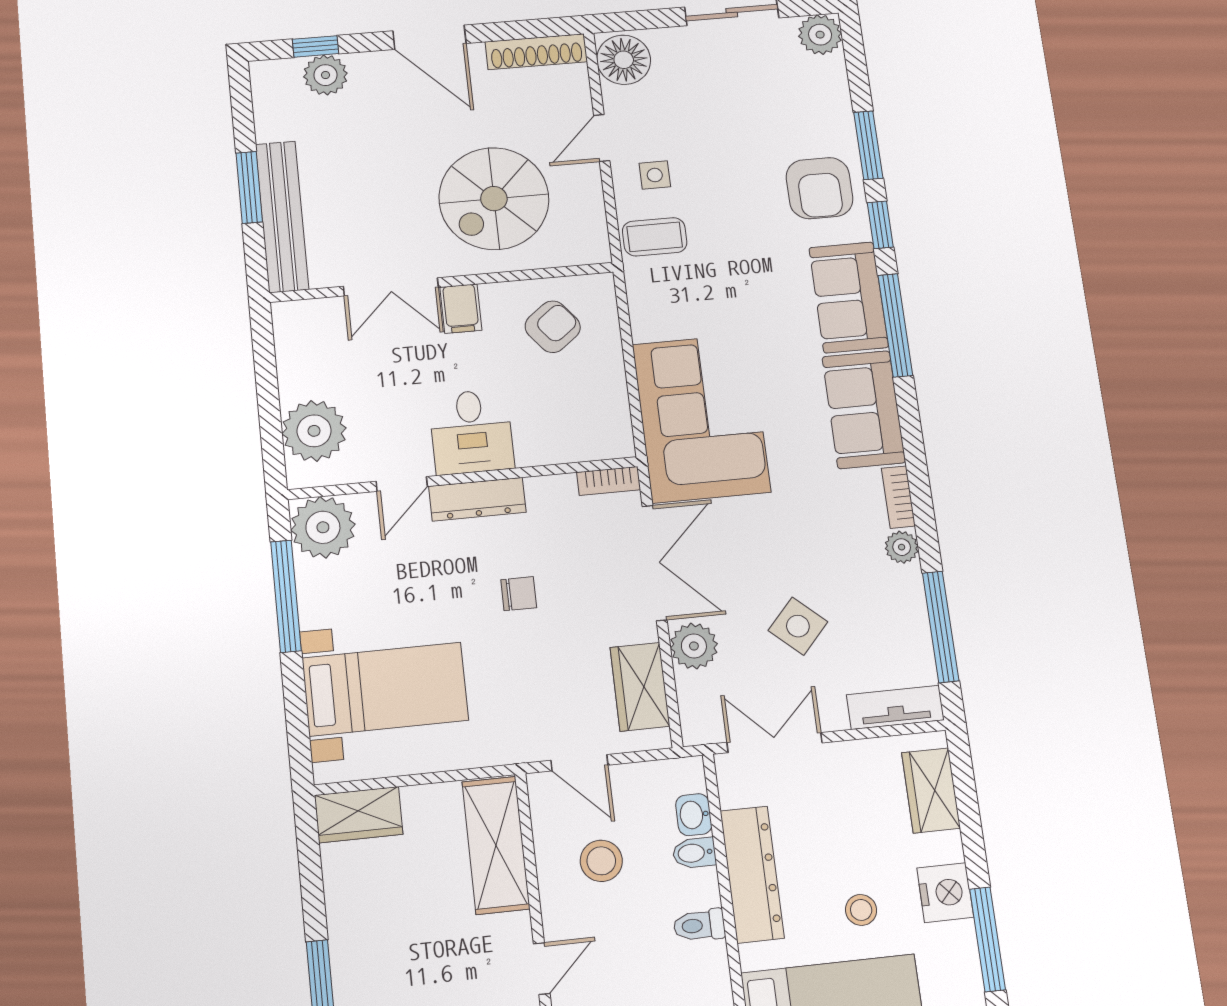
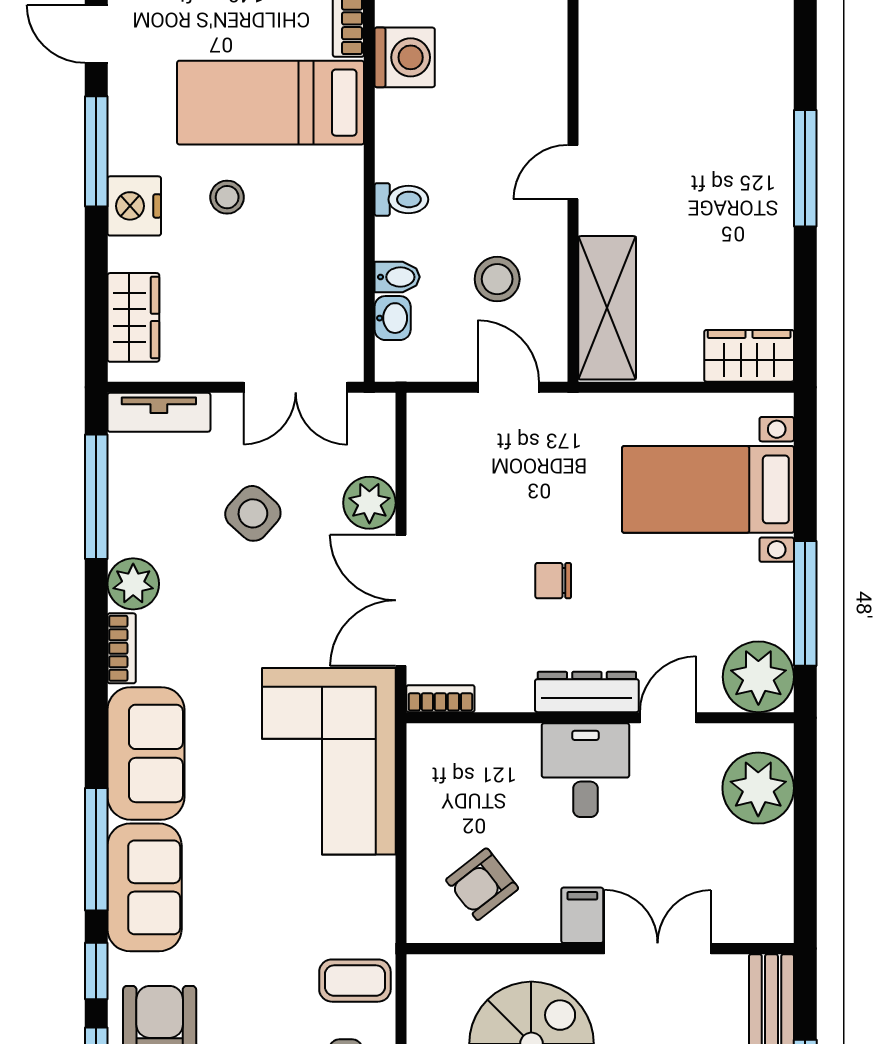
plant: (902, 547) -> (133, 584), width x1.38, depth x1.38
wardrobe: (640, 687) -> (434, 464), removed
dresser: (752, 874) -> (338, 247), removed

